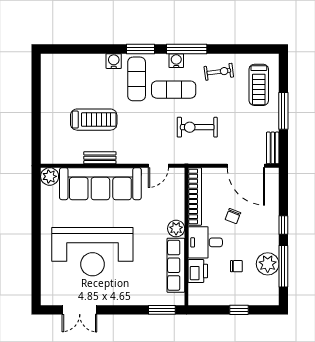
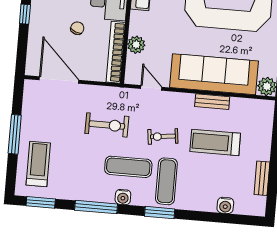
window: (187, 49) -> (96, 207), moved
window: (253, 49) -> (41, 202), added
water cooler: (114, 61) -> (225, 205), moved
exercise bike: (219, 72) -> (163, 136), moved
bench: (273, 148) -> (262, 178), moved
door: (158, 166) -> (151, 88), hinge flipped
plant: (176, 229) -> (136, 45), moved

